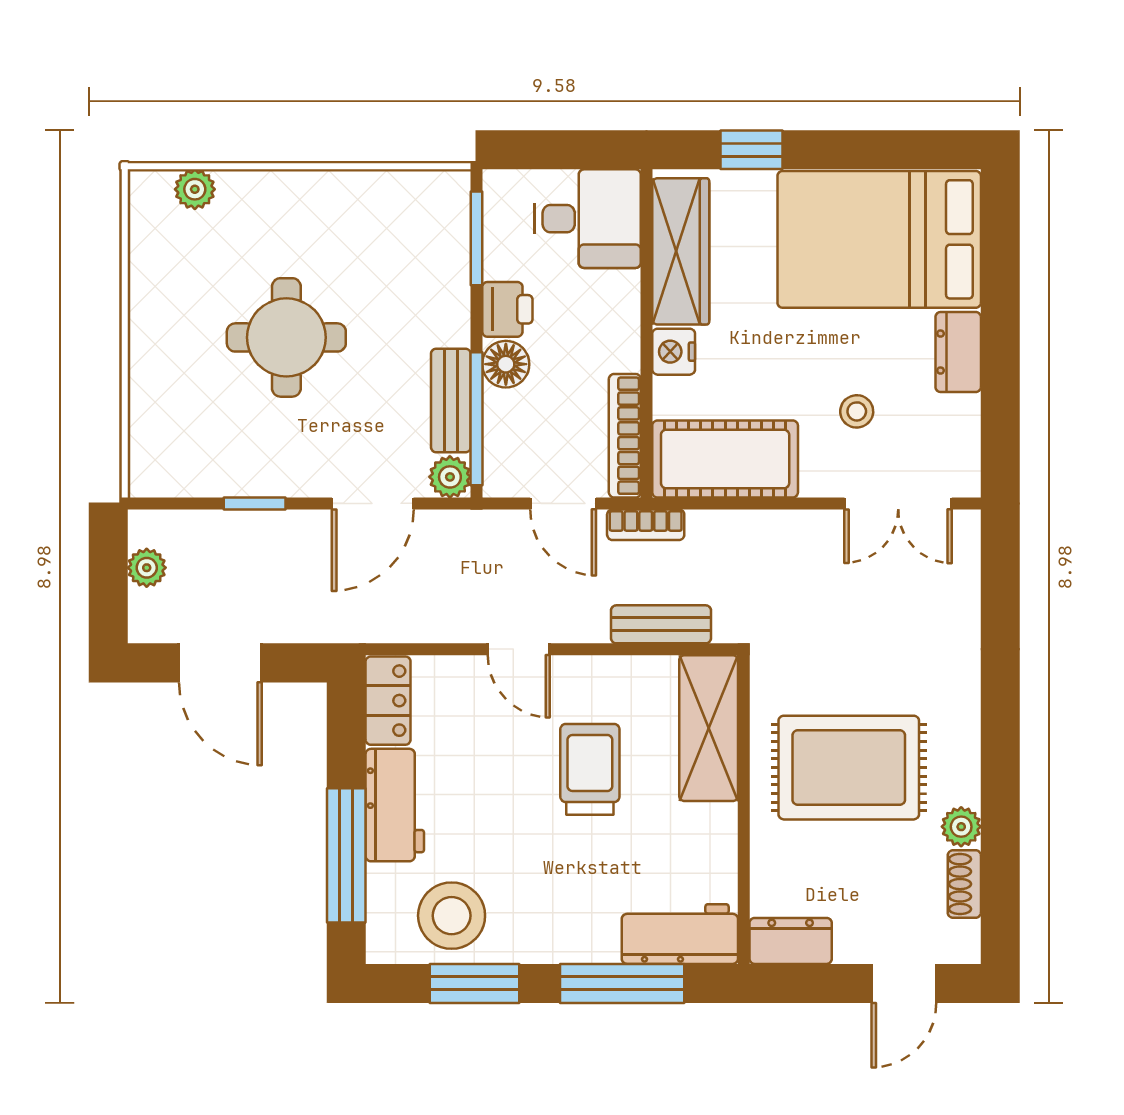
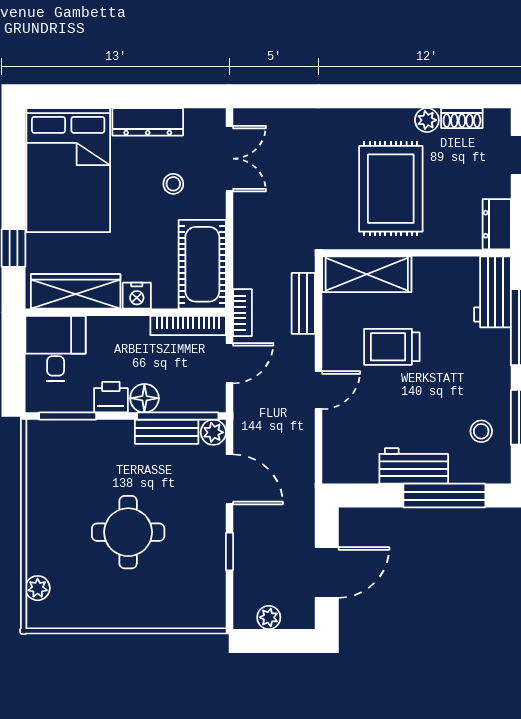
dresser: (958, 352) -> (148, 122), width x1.44
locker: (388, 701) -> (350, 470), removed
stool: (452, 916) -> (481, 431), width x0.53, depth x0.53

